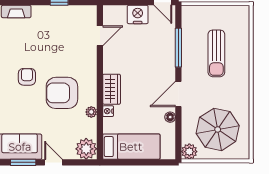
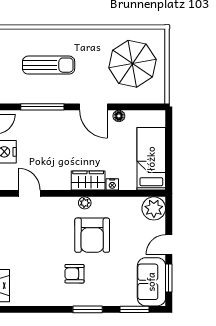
plant: (91, 112) -> (85, 203), moved
plant: (189, 152) -> (157, 95), removed

